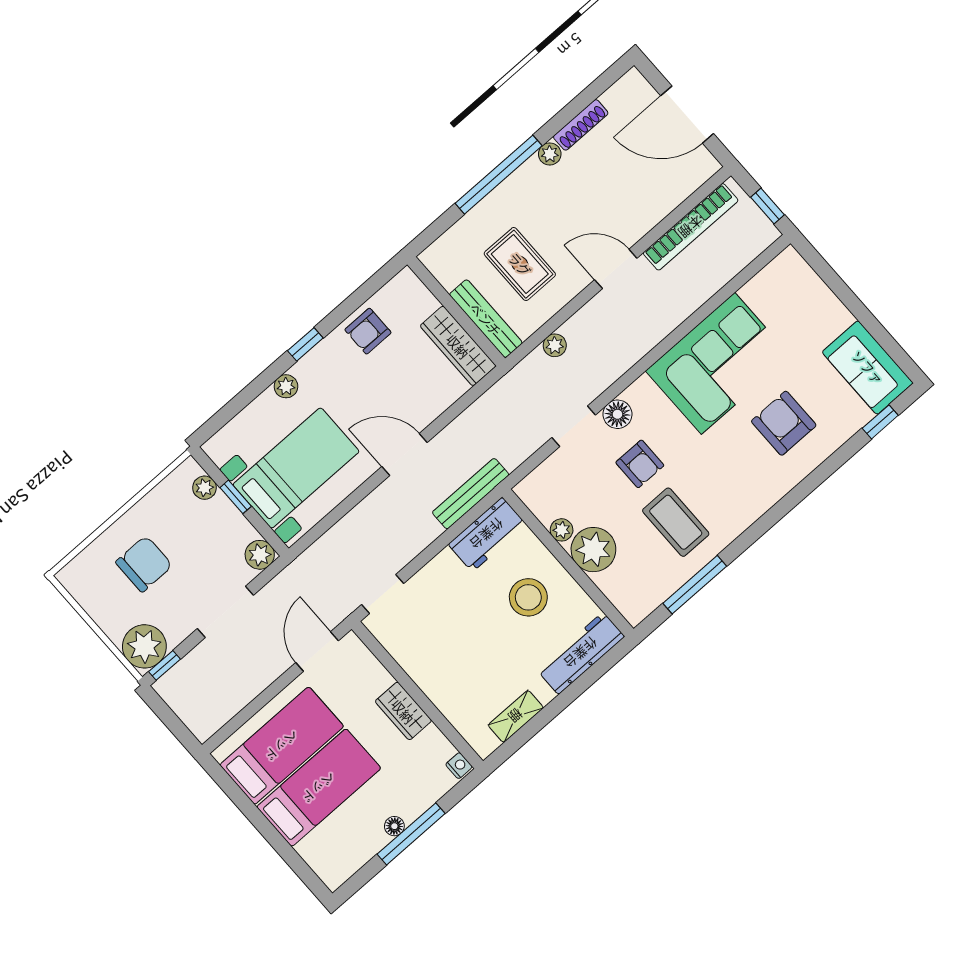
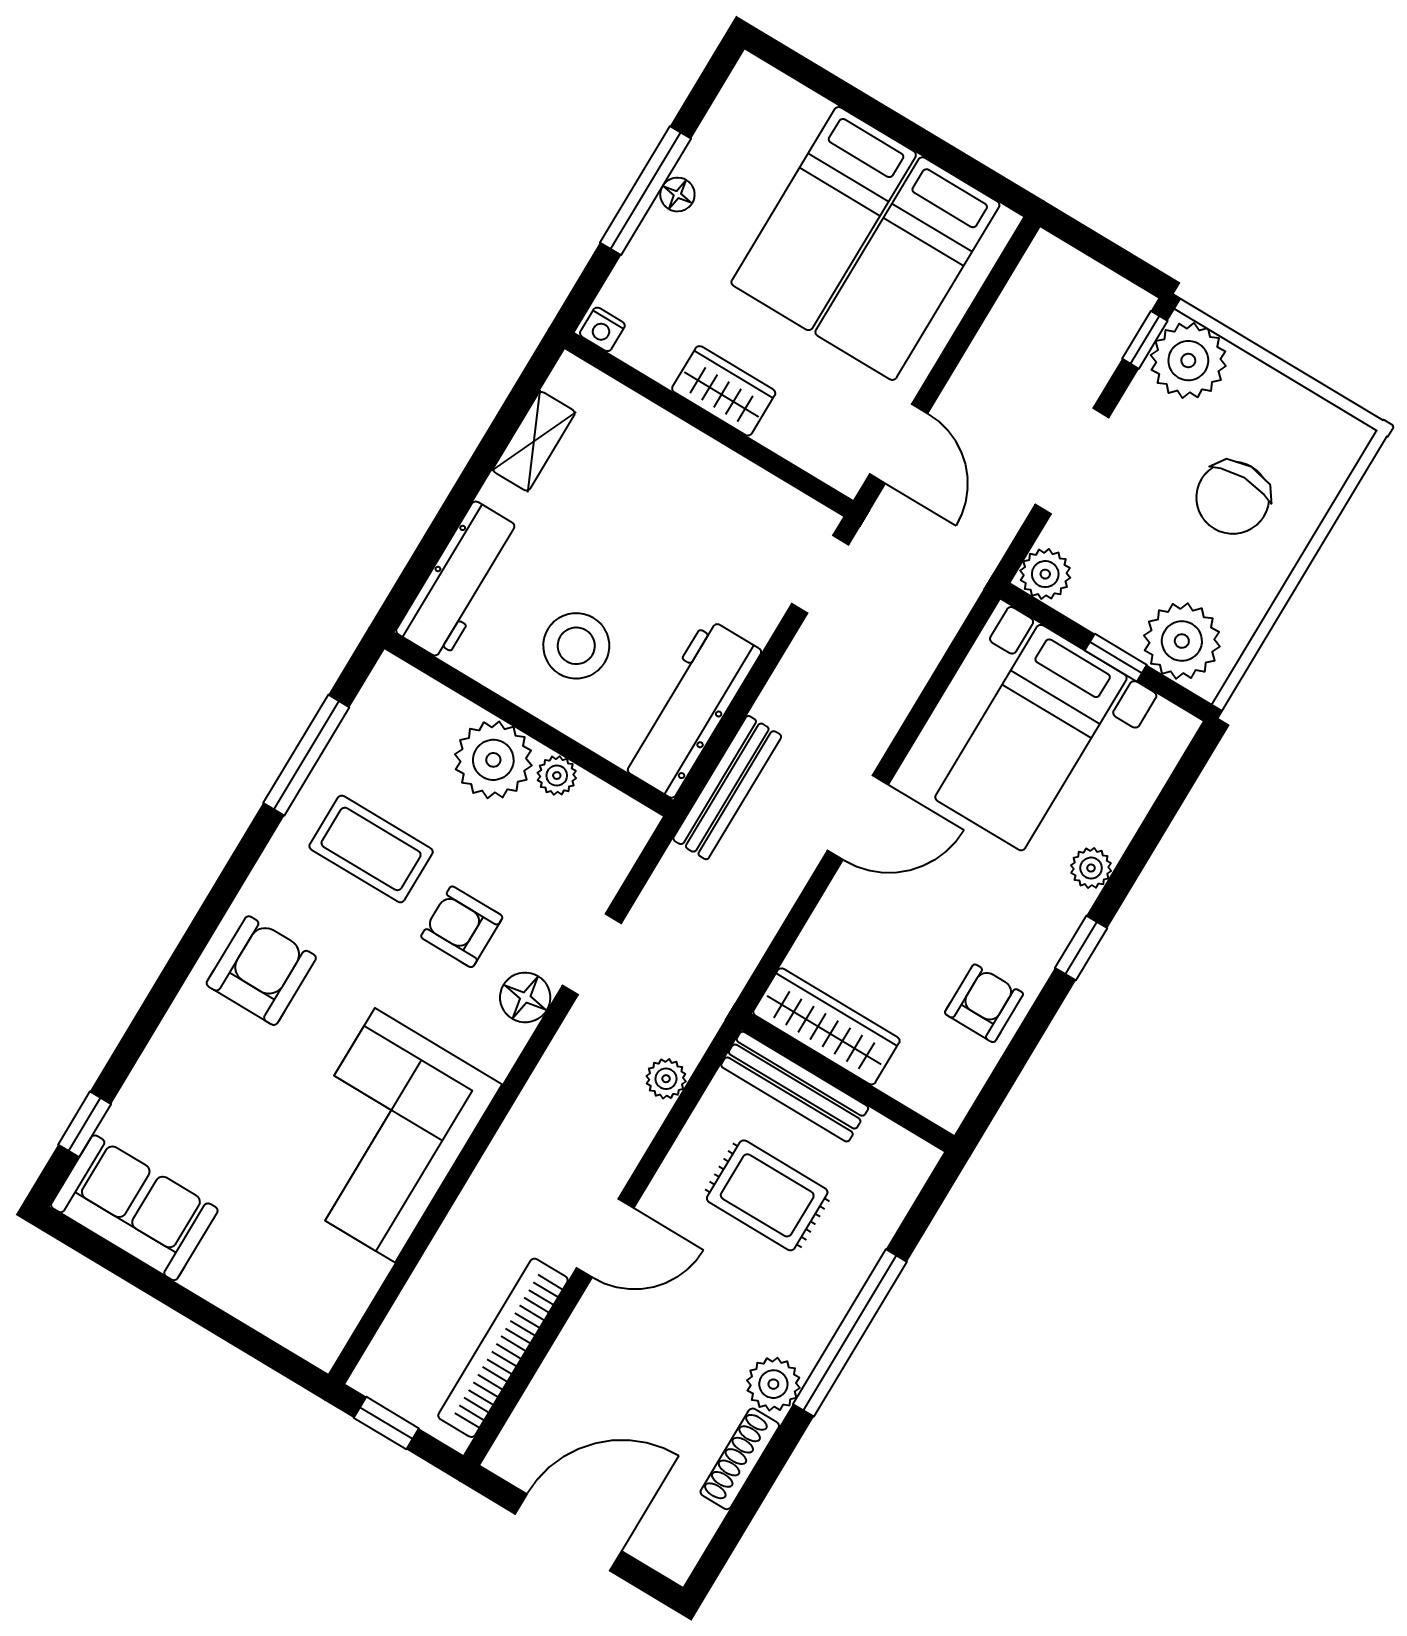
plant: (550, 154) -> (773, 1384), width x1.38, depth x1.38
armchair: (784, 423) -> (261, 971), moved, turned -90
plant: (204, 488) -> (1182, 641), width x1.87, depth x1.87
workbench: (487, 534) -> (690, 708), width x1.37

